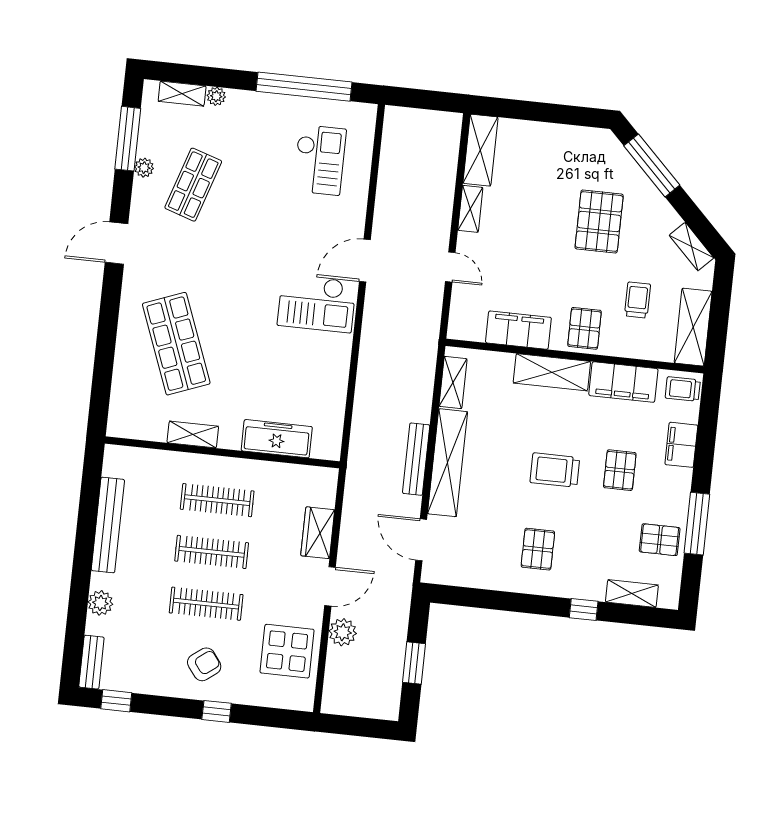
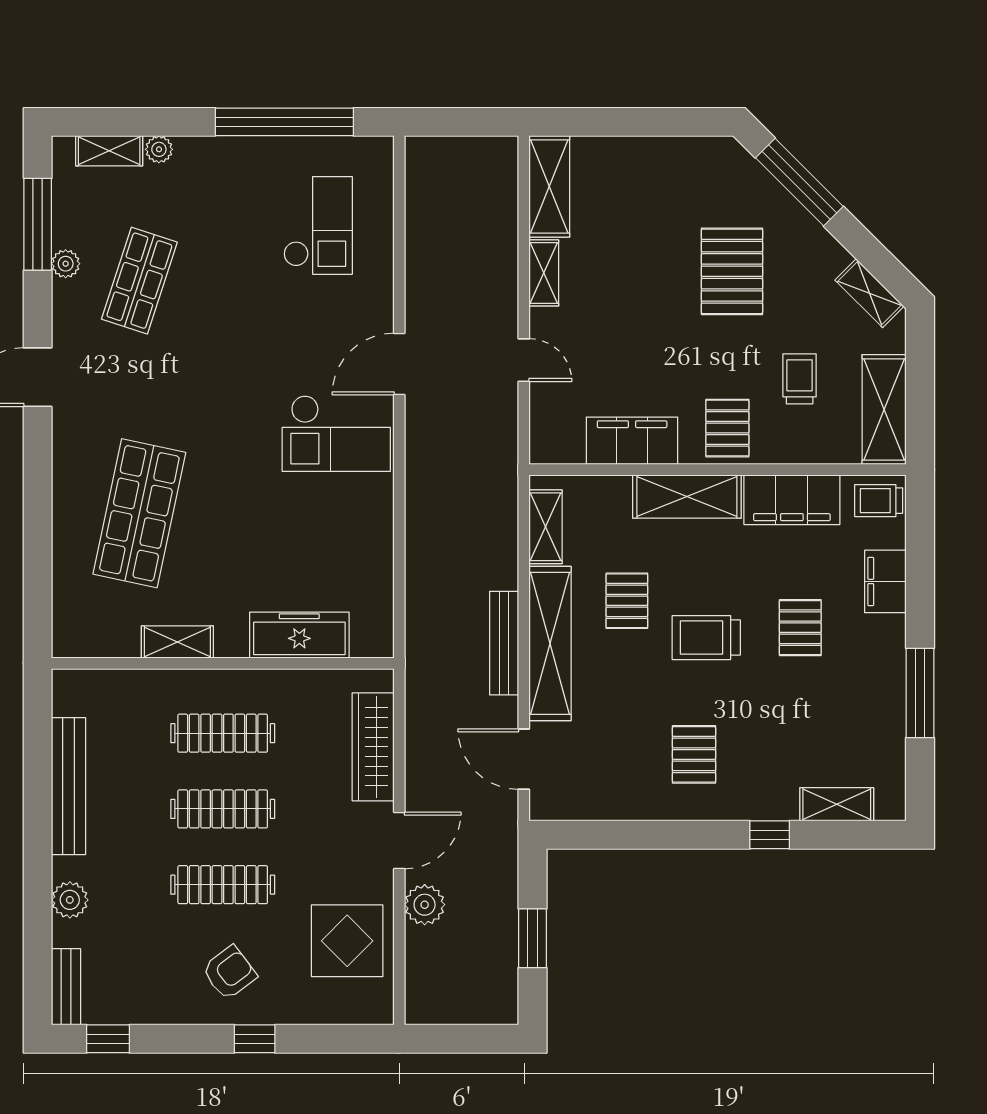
shop shelf: (176, 344) -> (139, 513), turned 33
wardrobe: (318, 533) -> (373, 747), width x1.50
pallet: (660, 540) -> (627, 601), moved, turned 90

